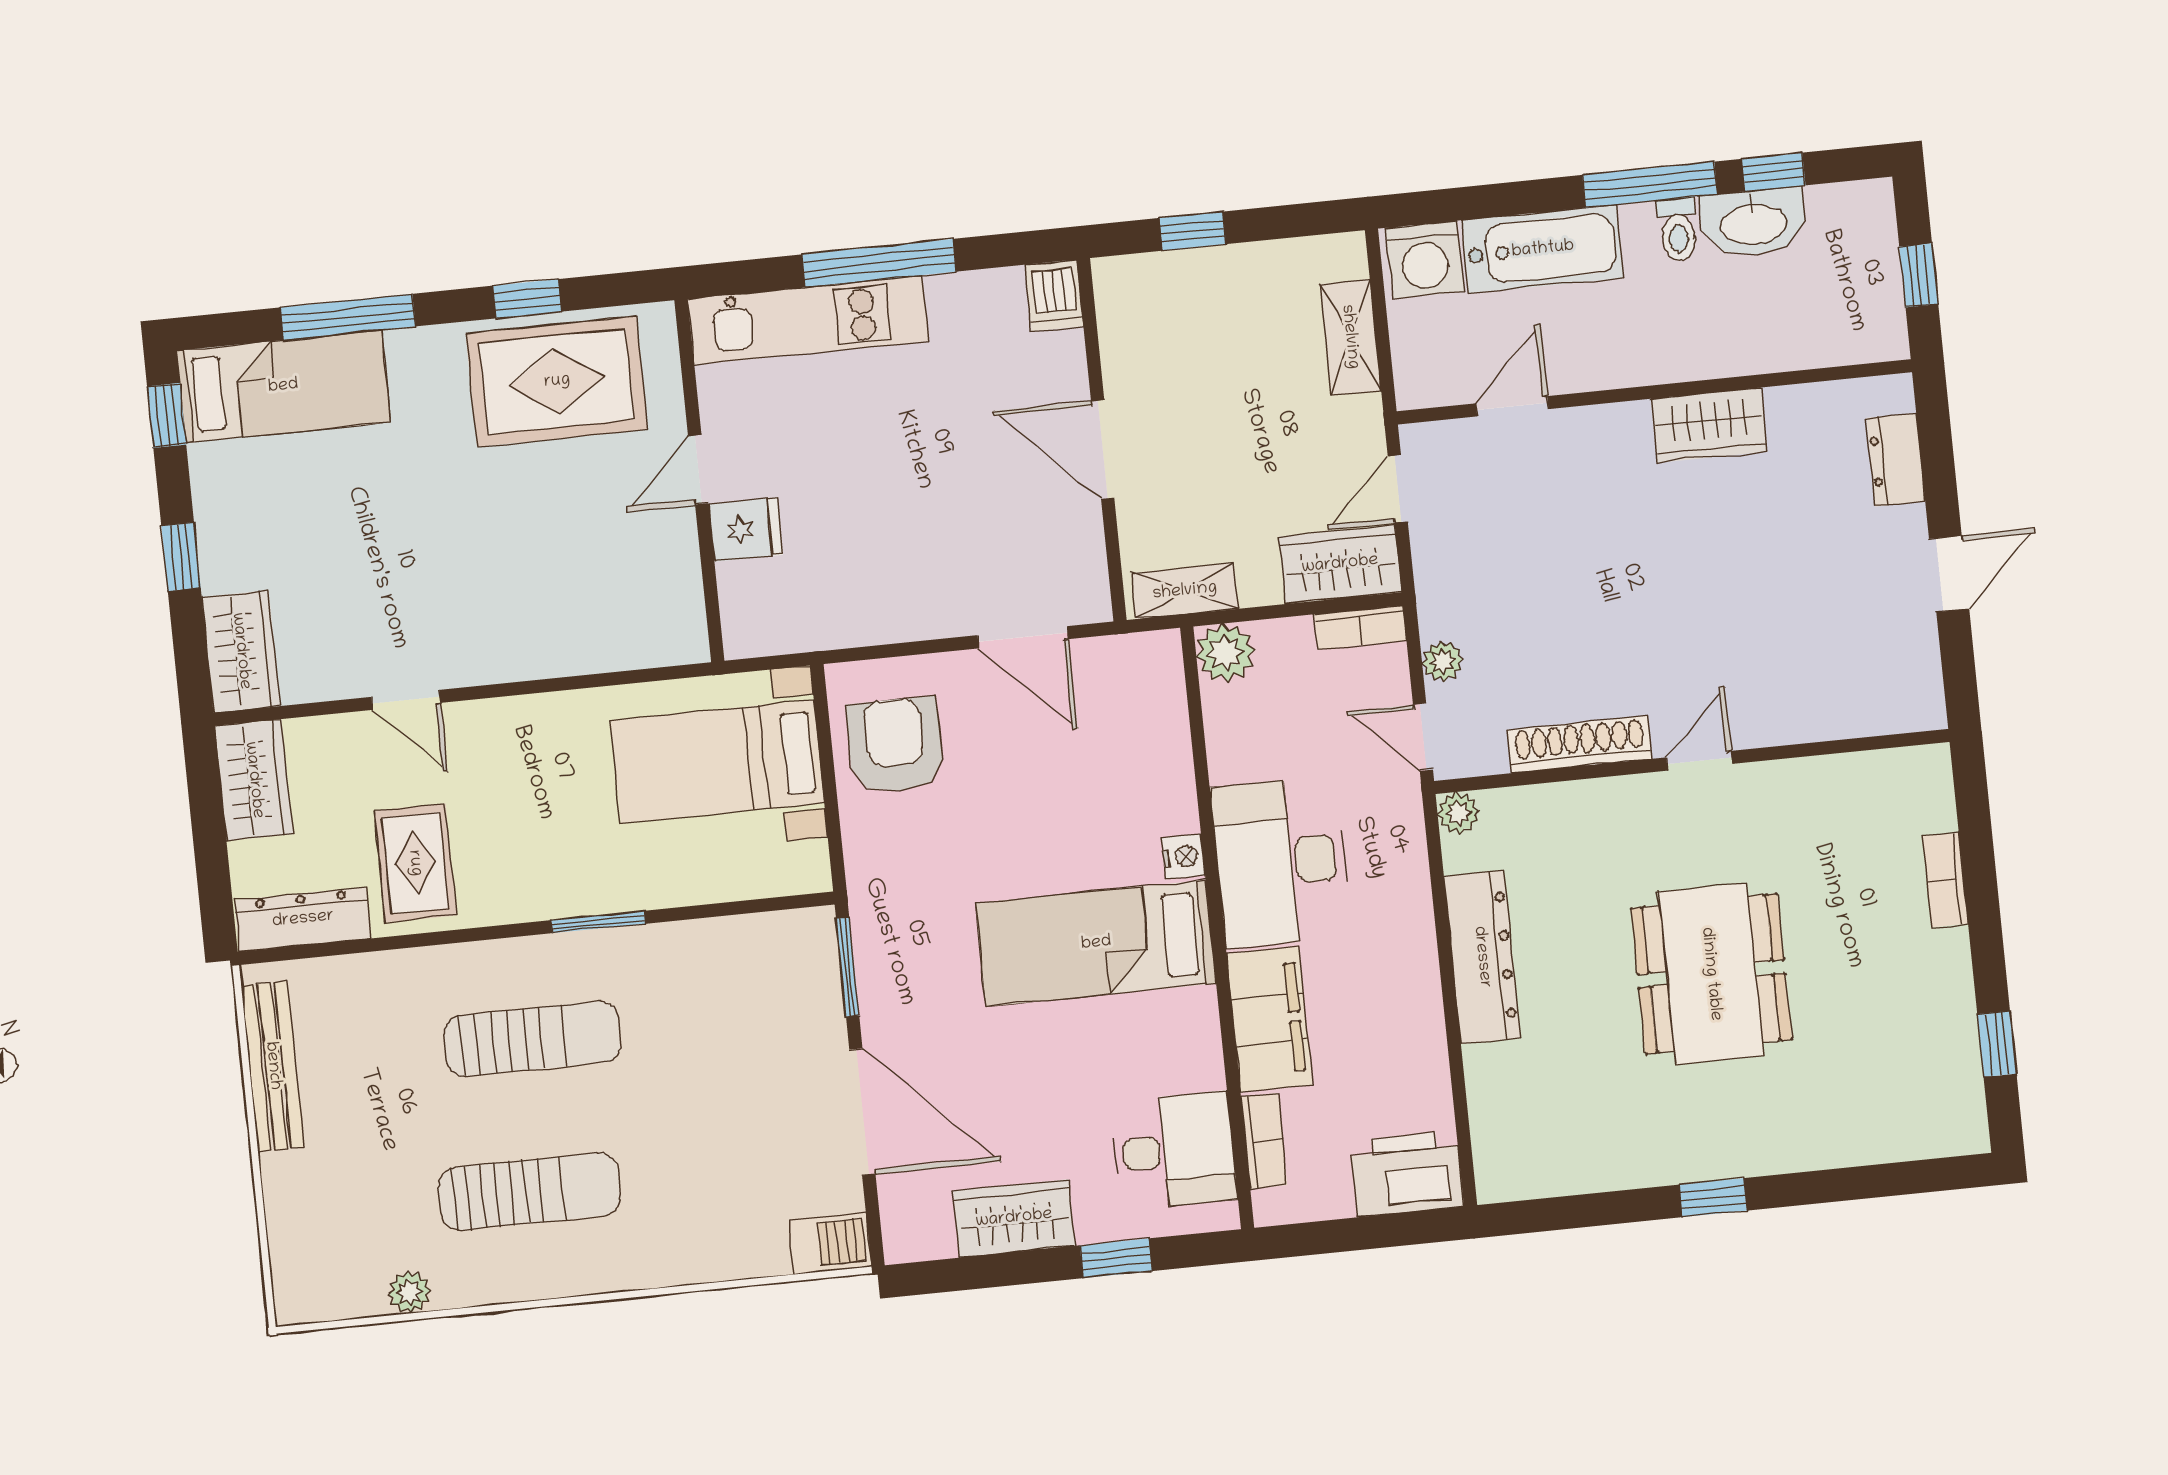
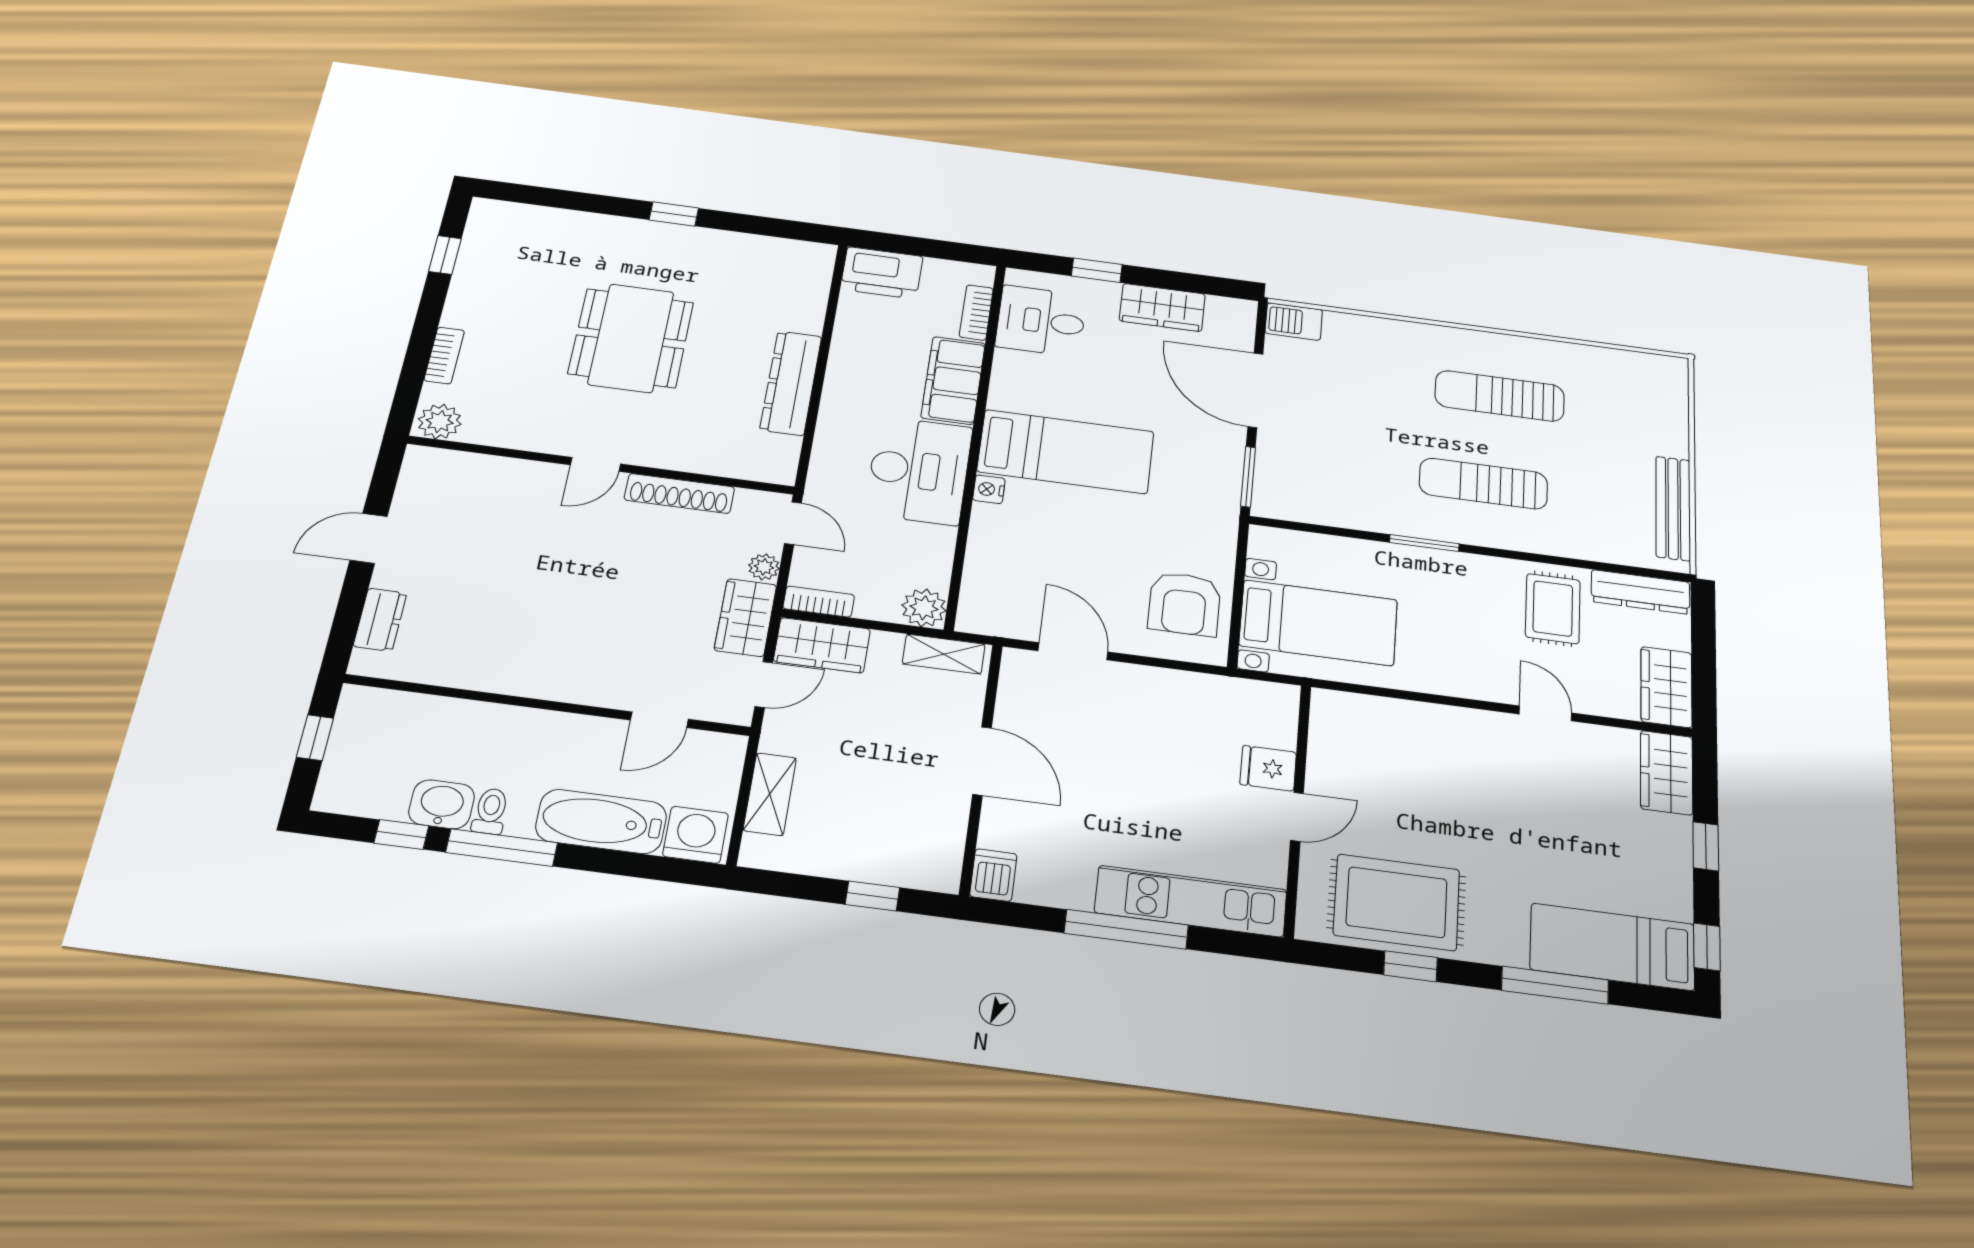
washbasin: (1753, 223) -> (442, 804), width x0.72
wardrobe: (1709, 425) -> (745, 618), moved, turned -90
plant: (1458, 813) -> (440, 422), moved, width x1.38, depth x1.38
plant: (409, 1292) -> (1593, 358), removed

